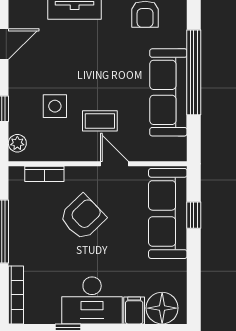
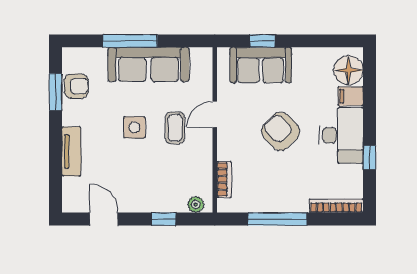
window: (194, 72) -> (130, 41), width x0.68
side table: (55, 106) -> (134, 127), moved
sofa: (168, 213) -> (261, 65), width x0.73
armchair: (83, 217) -> (281, 131), moved

